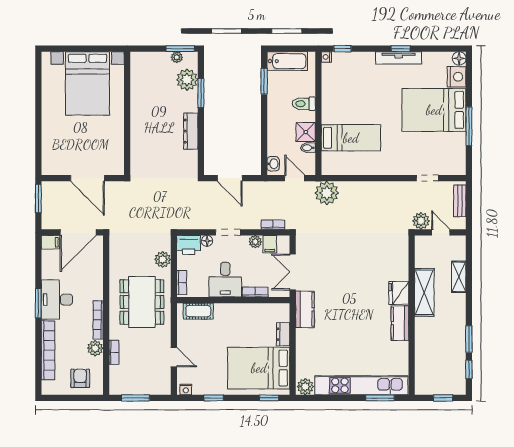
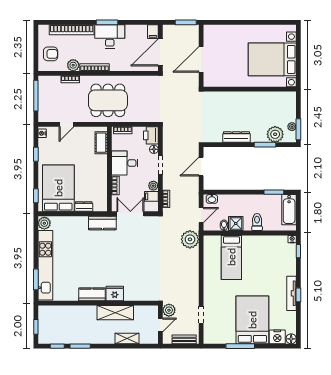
door: (78, 232) -> (160, 52), hinge flipped
plant: (163, 259) -> (140, 116), removed
window: (136, 398) -> (36, 96), width x1.44

